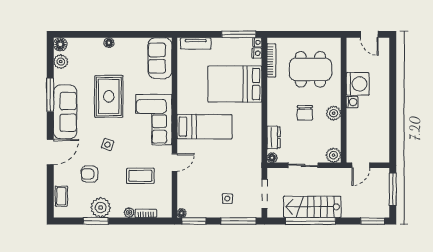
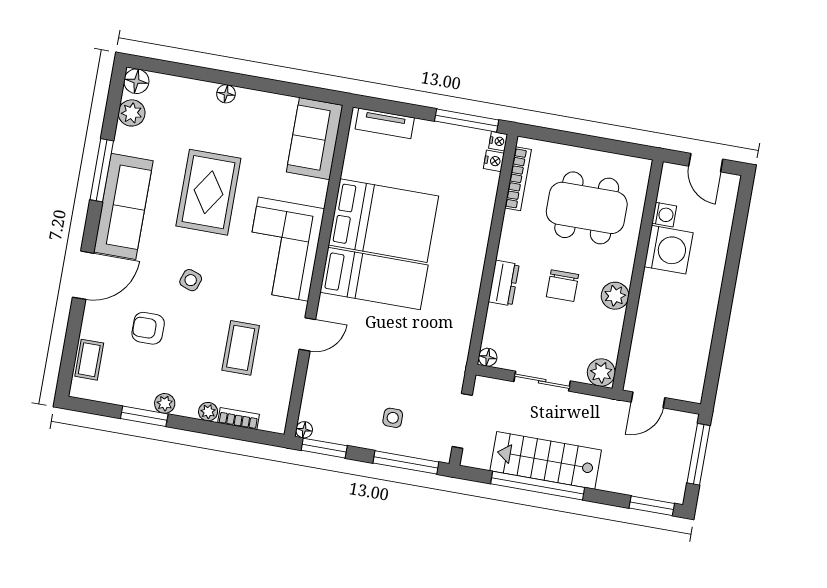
bed: (235, 84) -> (383, 221), moved, turned 180
washing machine: (352, 102) -> (664, 215), moved
dresser: (274, 137) -> (504, 283), moved
coffee table: (140, 176) -> (241, 348), turned 90
plant: (101, 208) -> (165, 403), width x0.53, depth x0.53

